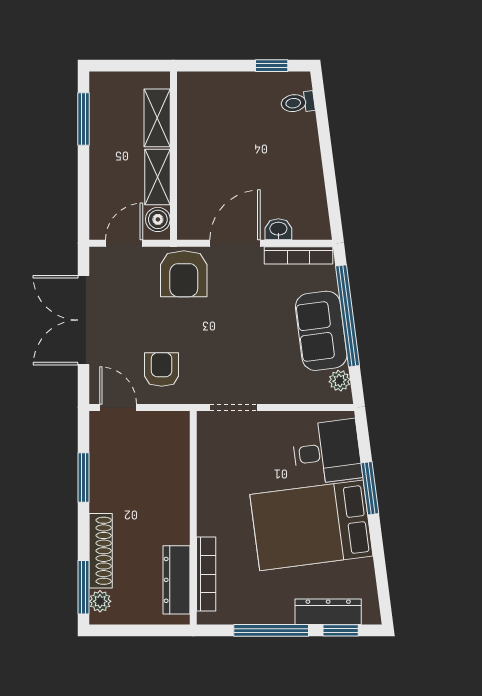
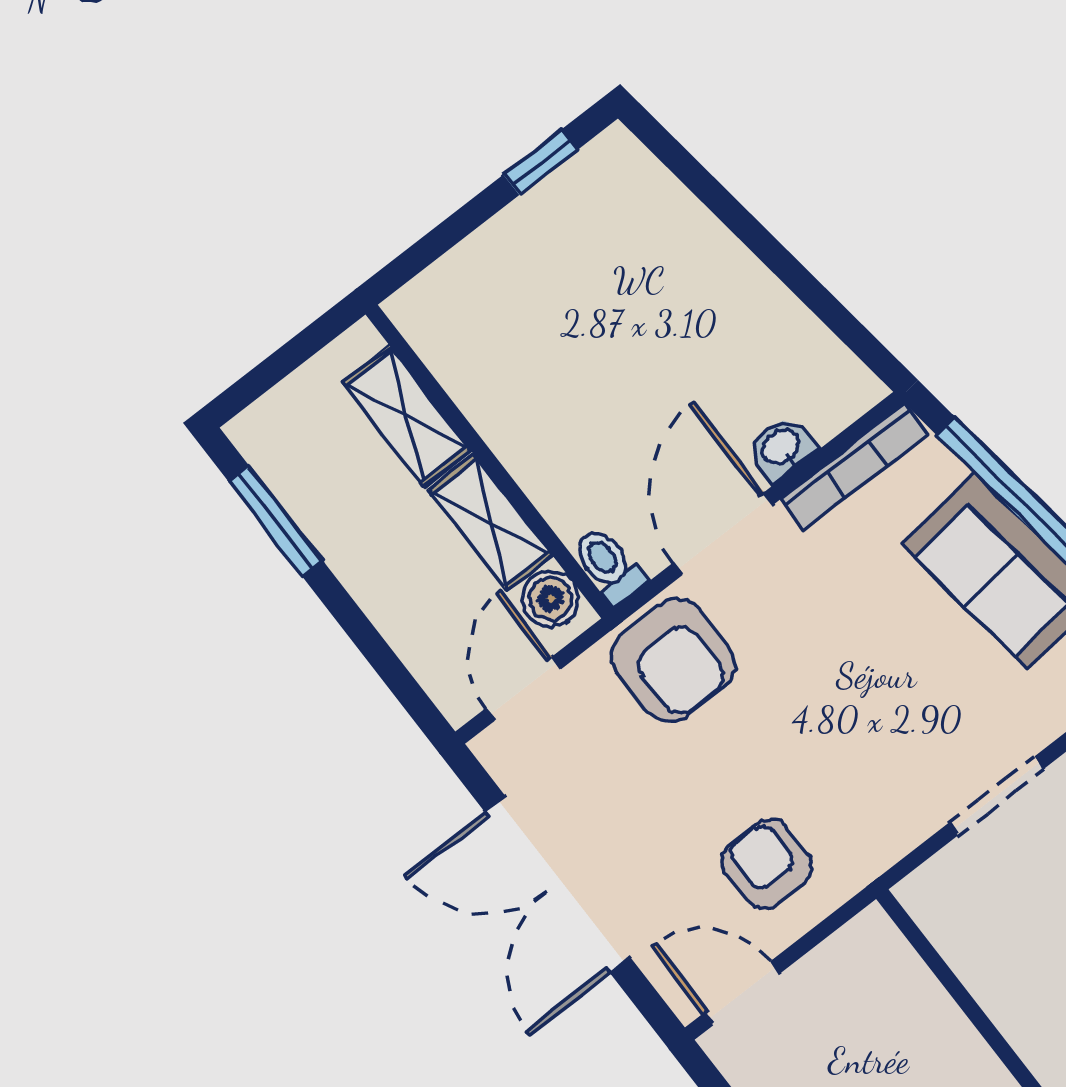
toilet: (298, 103) -> (609, 565), moved, turned 97
doorway: (234, 407) -> (996, 796), moved

